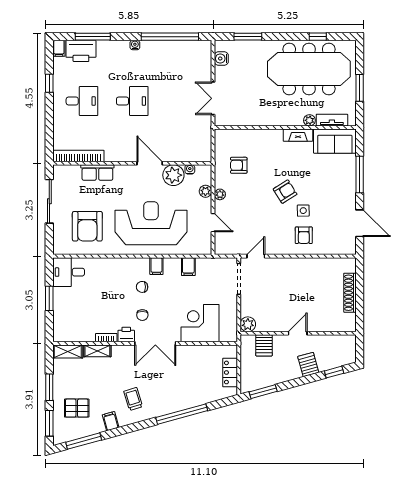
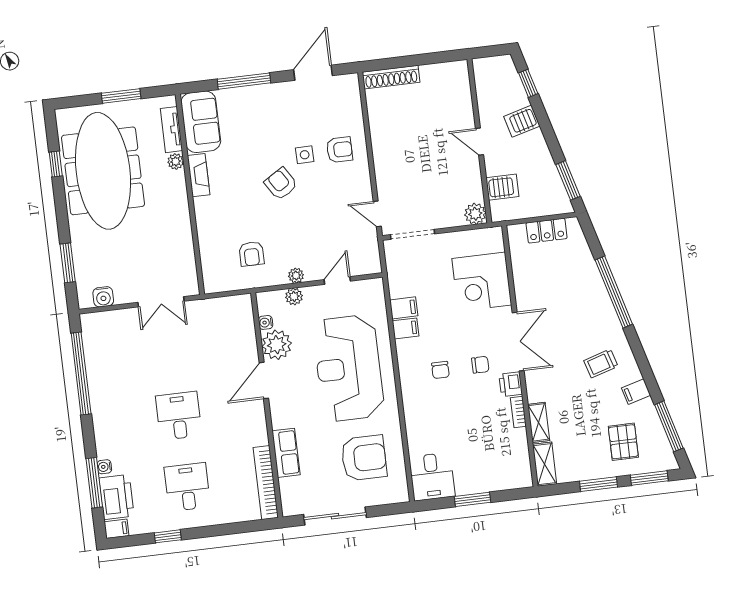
water cooler: (135, 45) -> (104, 467), moved
filing cabinet: (156, 266) -> (406, 328), moved
shoe rack: (350, 293) -> (391, 77), moved

